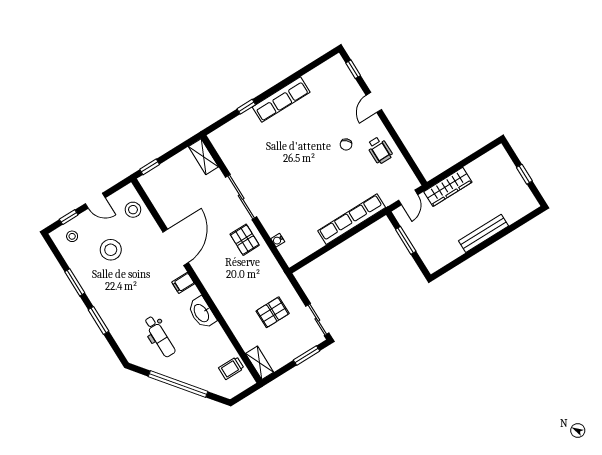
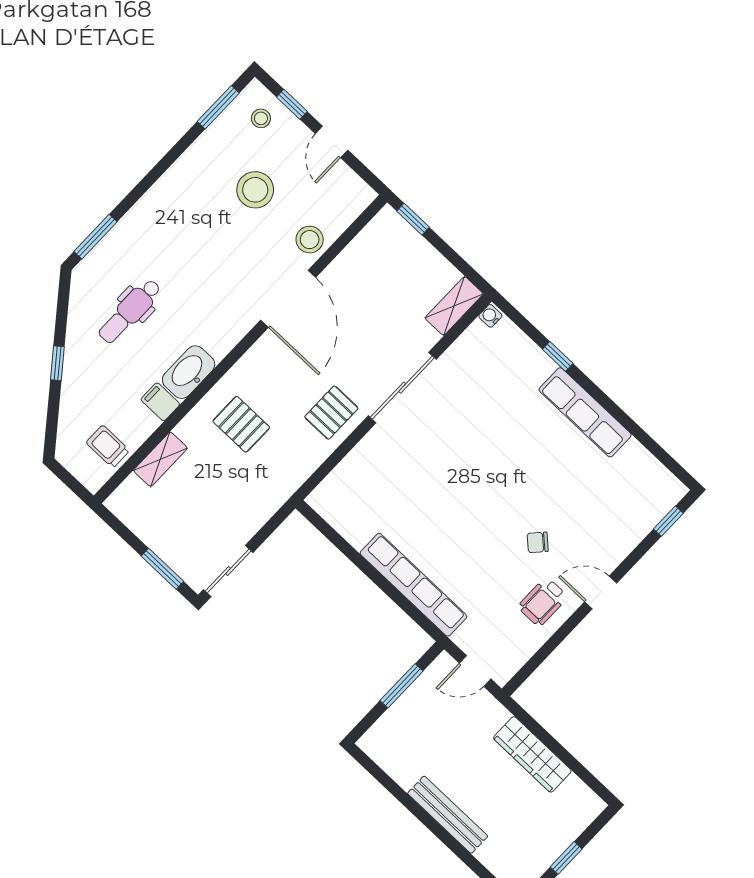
door: (374, 102) -> (601, 593), moved
wardrobe: (448, 187) -> (532, 754), moved
stool: (133, 210) -> (310, 240), moved
water cooler: (278, 240) -> (490, 316), moved
door: (176, 247) -> (288, 299), hinge flipped
window: (75, 282) -> (218, 107), moved
filing cabinet: (183, 283) -> (160, 402), moved
pallet: (273, 312) -> (241, 424), moved
window: (98, 320) -> (95, 237), moved
shelving: (260, 363) -> (160, 459), moved
window: (178, 384) -> (57, 363), width x0.32

